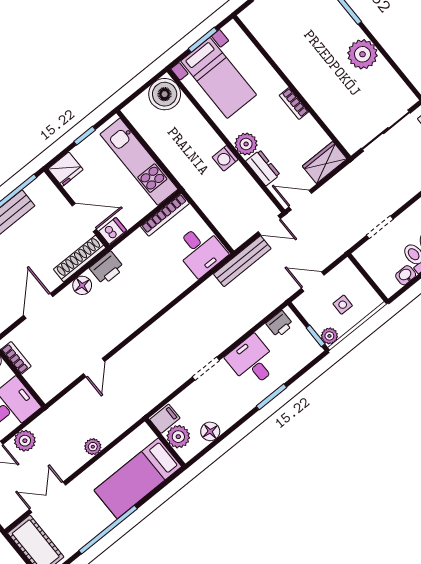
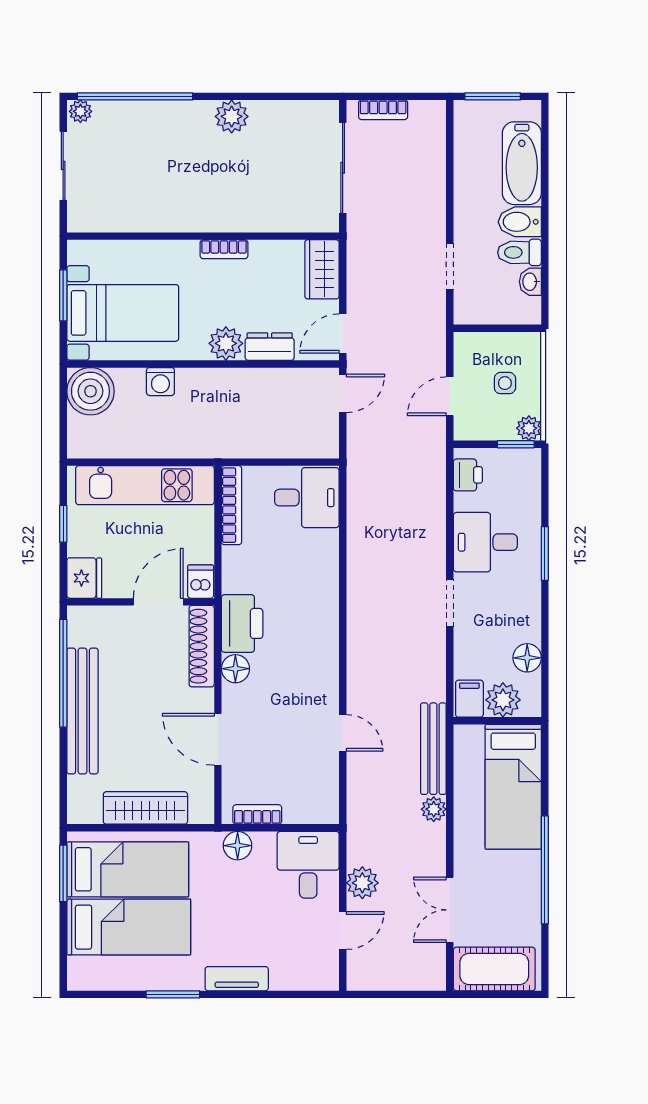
plant: (362, 54) -> (232, 116), width x0.73, depth x0.73
washing machine: (225, 158) -> (160, 382), moved
bench: (242, 261) -> (433, 749), moved
printer: (107, 268) -> (242, 623), width x1.37, depth x1.19

